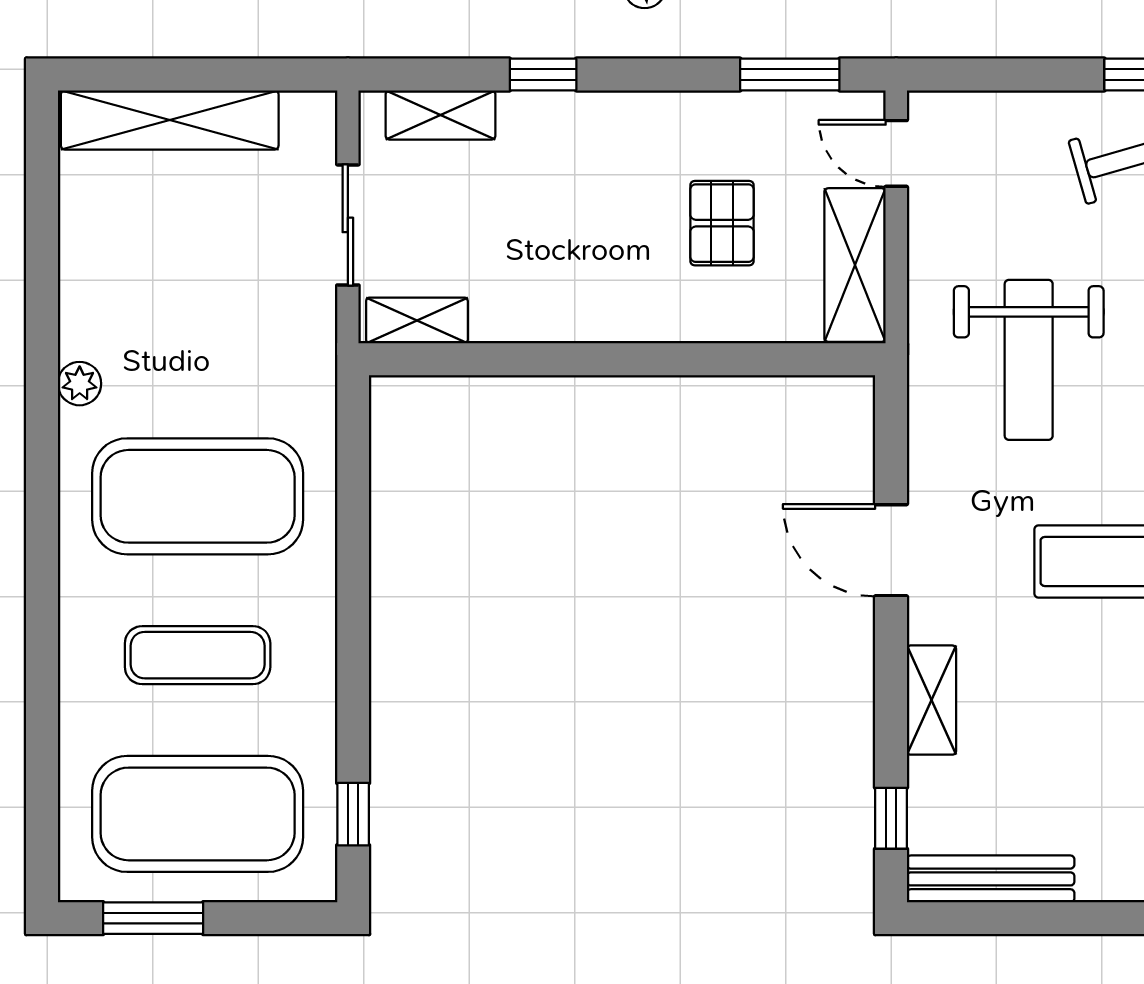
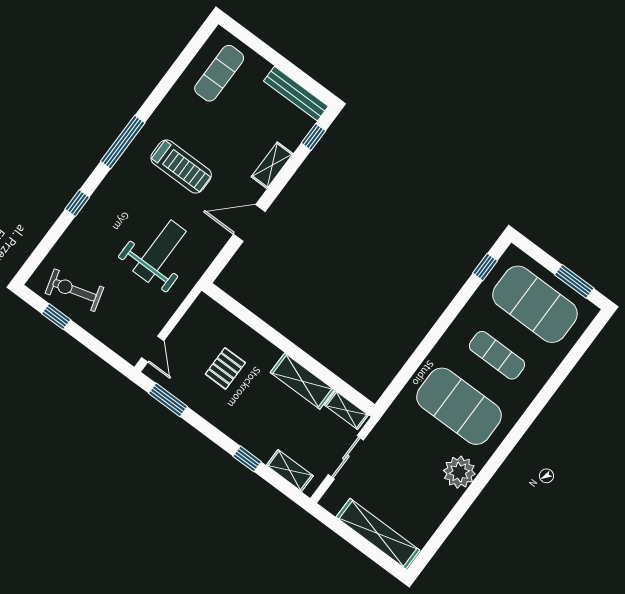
shelving: (855, 265) -> (302, 381), moved, turned 90
plant: (80, 384) -> (459, 472), width x1.87, depth x1.87
door: (891, 550) -> (249, 223), swing flipped

